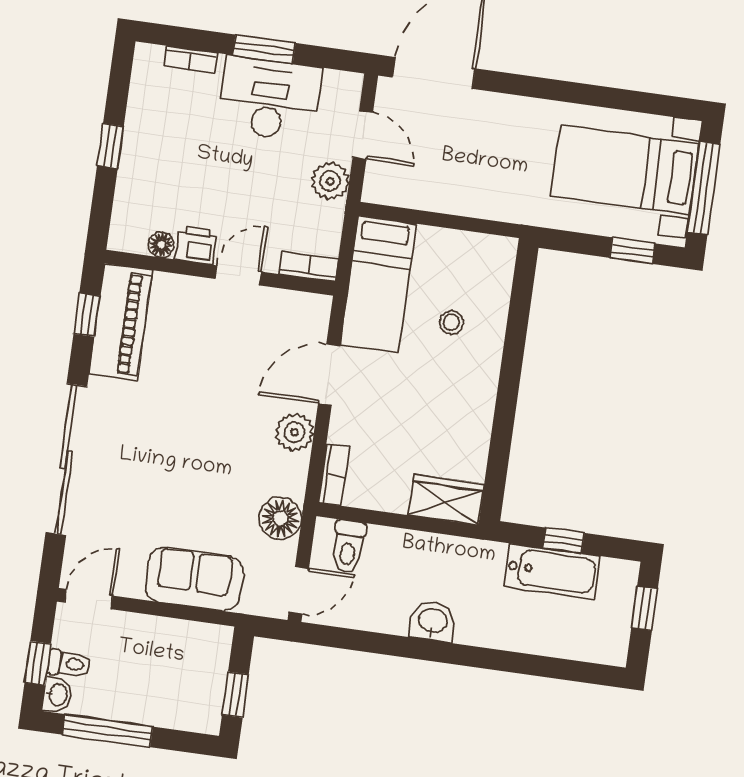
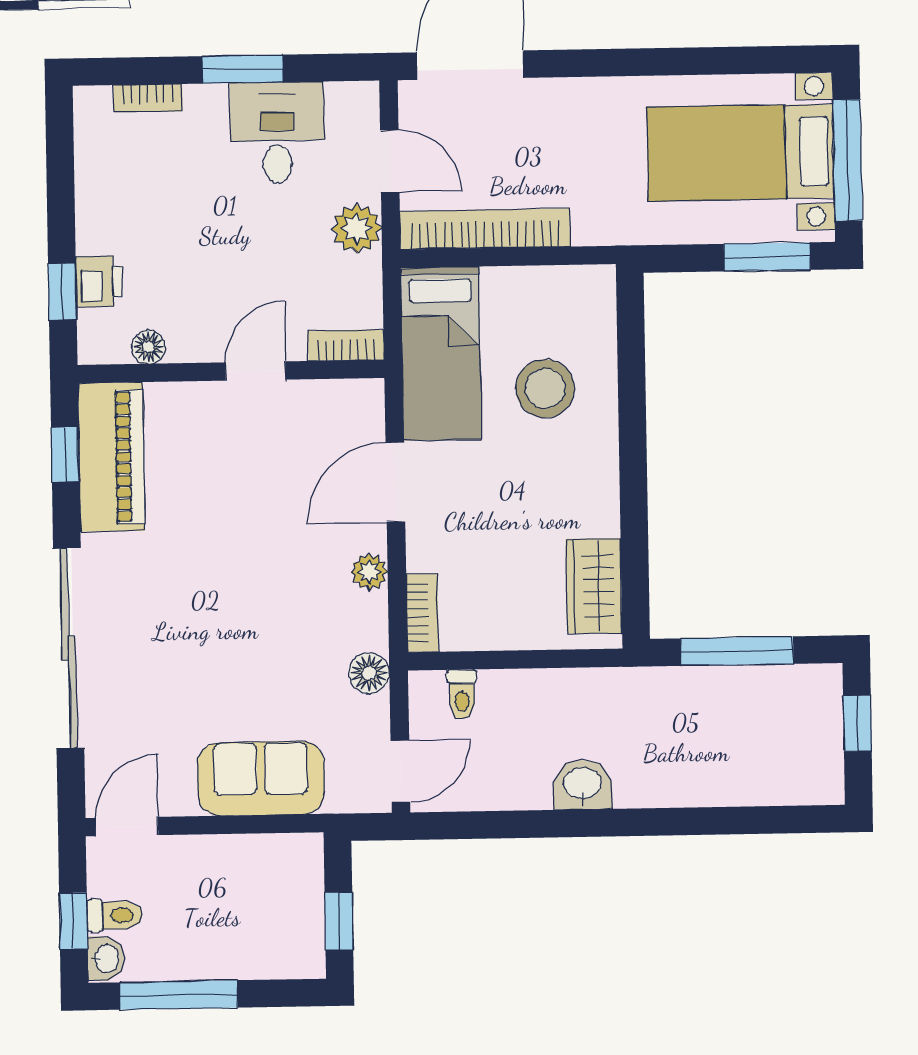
desk: (269, 99) -> (277, 133), width x0.73
window: (110, 146) -> (62, 292), moved
bookcase: (426, 196) -> (485, 229), added
printer: (196, 245) -> (99, 281), moved, turned 90
window: (632, 251) -> (767, 257), width x1.50
stool: (452, 323) -> (545, 389), width x1.89, depth x1.89
plant: (295, 432) -> (369, 572), width x0.73, depth x0.73
wardrobe: (446, 500) -> (594, 586), moved, turned -90
floor lamp: (280, 518) -> (369, 673), width x0.73, depth x0.73
window: (564, 540) -> (737, 651), width x2.17
toilet: (348, 547) -> (462, 694), width x0.73, depth x0.72
bathtub: (552, 571) -> (728, 694), removed

